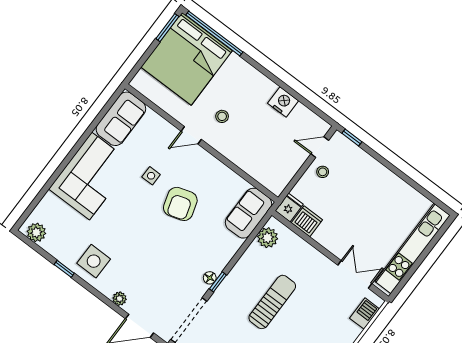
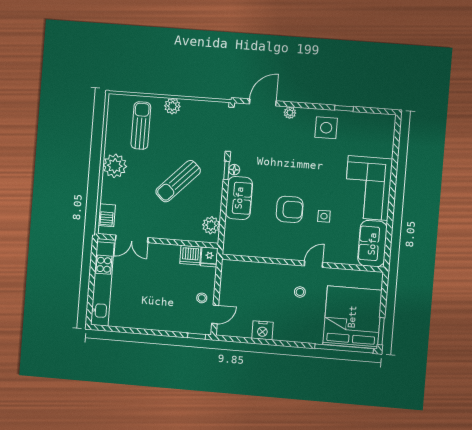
armchair: (180, 204) -> (290, 209), turned 107
sofa: (248, 213) -> (239, 198), moved
plant: (36, 232) -> (381, 122), removed
sun lounger: (272, 302) -> (178, 181), turned 44

